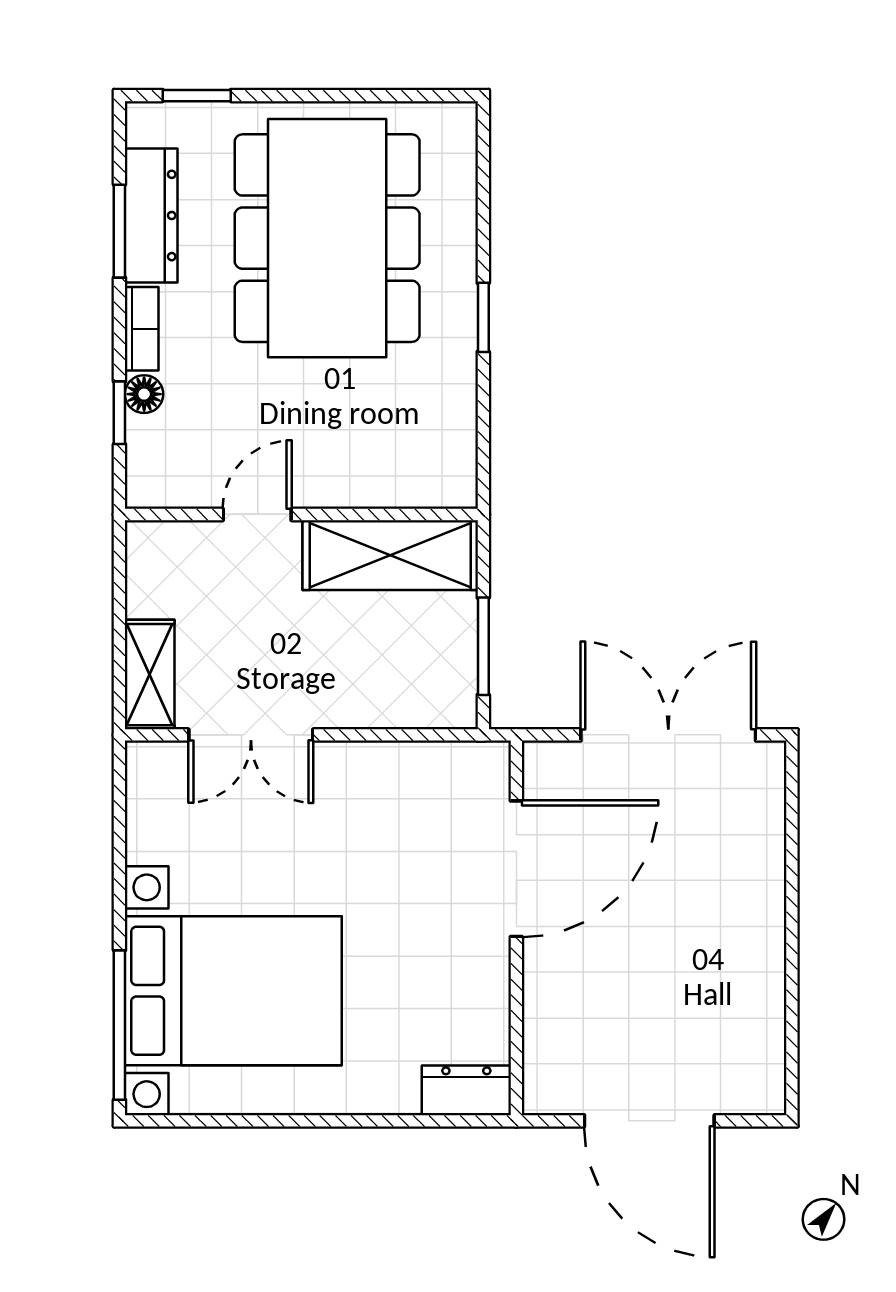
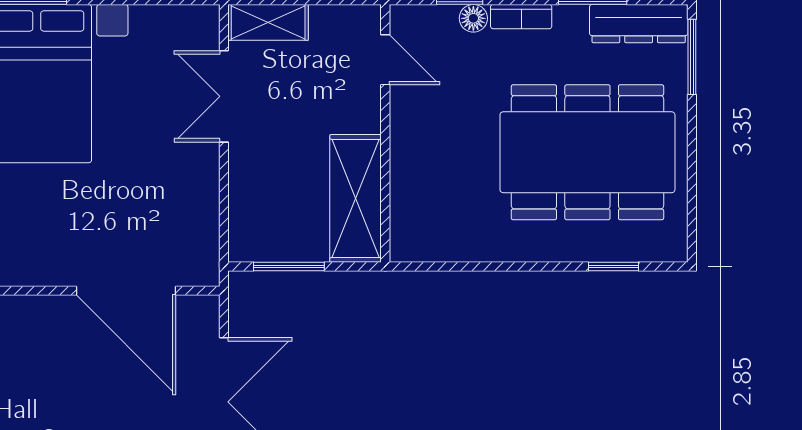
window: (197, 96) -> (692, 57), width x1.50
dresser: (151, 215) -> (639, 24), moved
window: (483, 317) -> (613, 267), moved
door: (257, 514) -> (385, 60), moved

